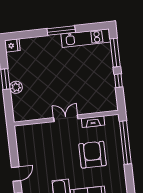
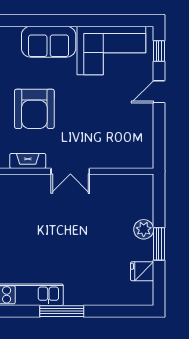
fridge: (12, 46) -> (142, 271), moved

